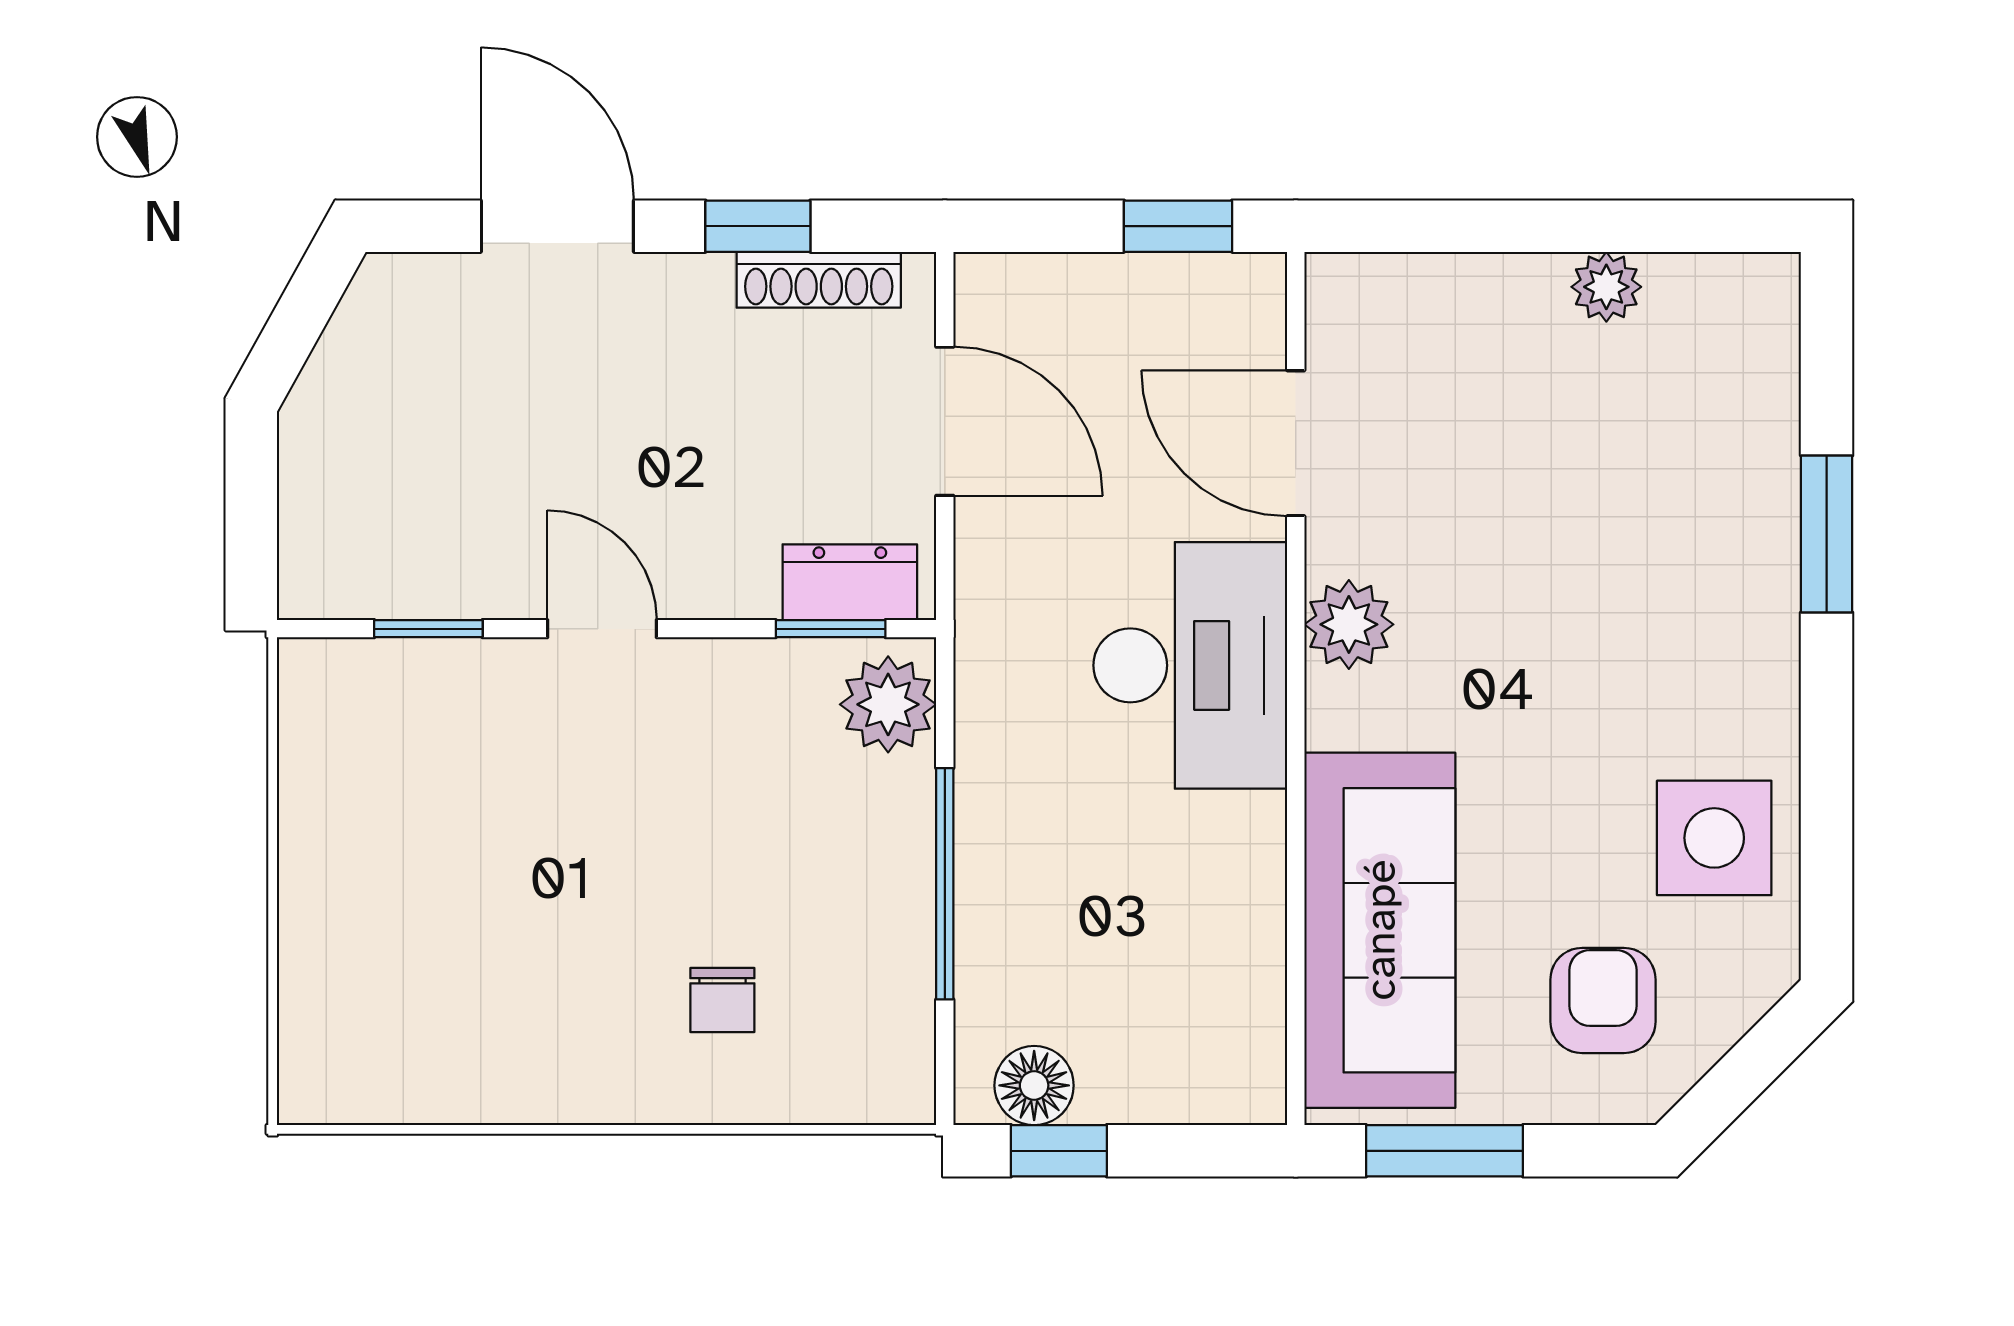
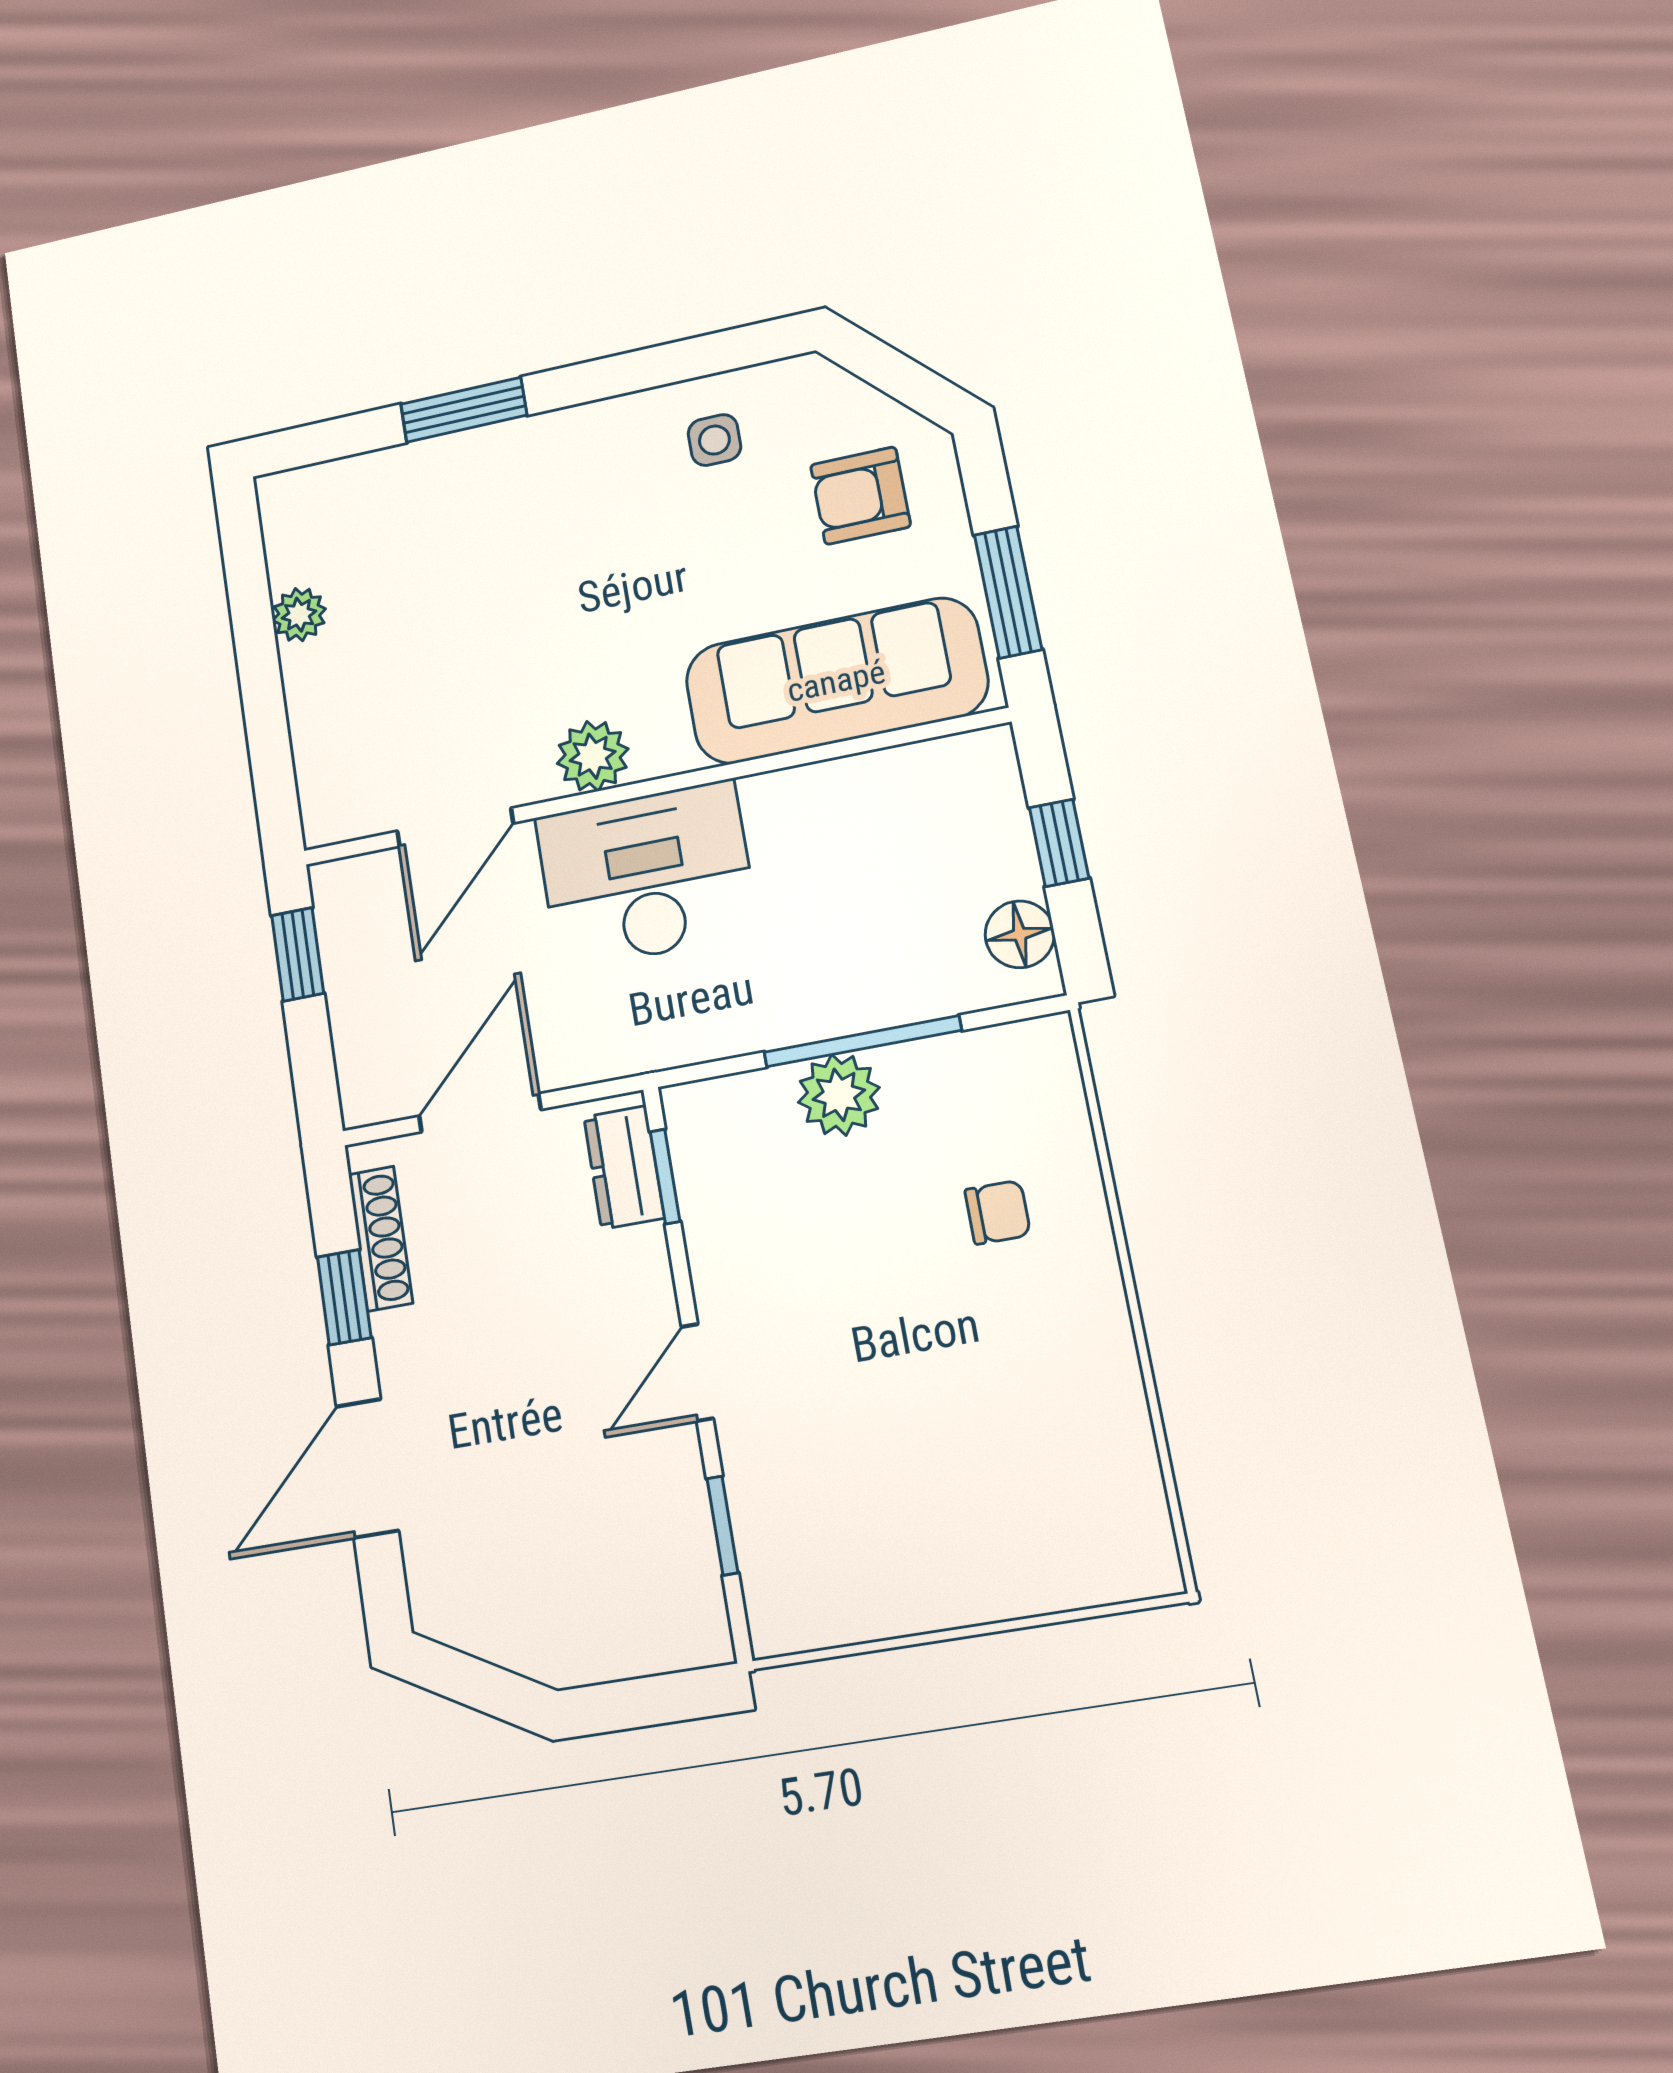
plant: (888, 704) -> (839, 1095), moved
side table: (1714, 838) -> (714, 440), width x0.54, depth x0.54
window: (1059, 1151) -> (1059, 843), moved

